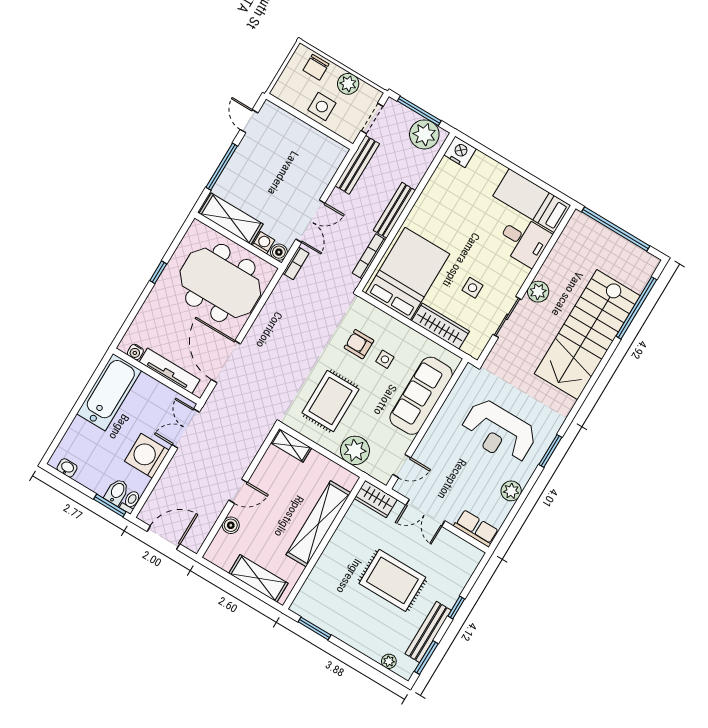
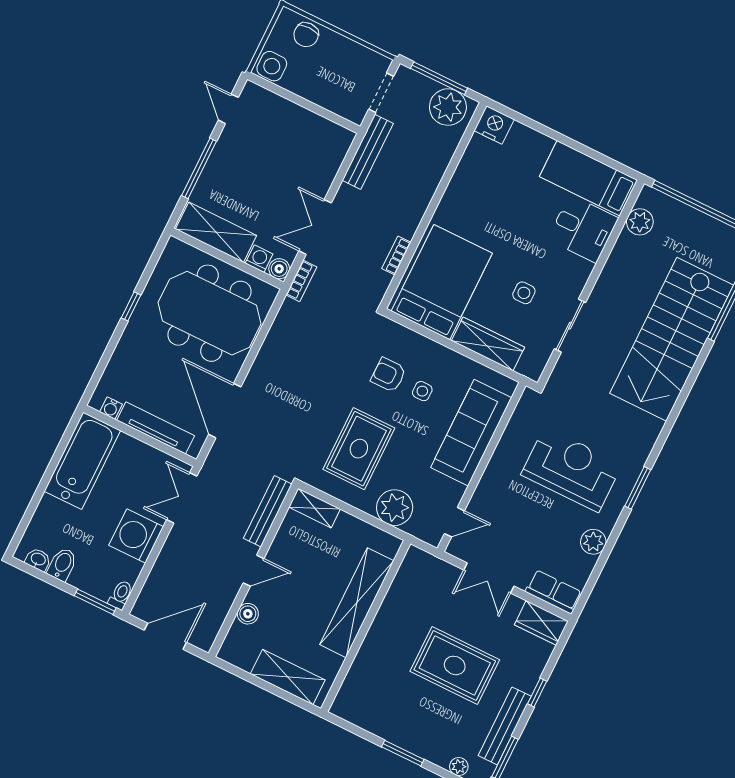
plant: (348, 84) -> (348, 52), removed
side table: (322, 107) -> (272, 66), moved
bench: (394, 210) -> (268, 511), moved
double door: (310, 221) -> (315, 227), swing flipped
bookcase: (369, 256) -> (396, 255), width x0.64
plant: (538, 292) -> (640, 222), moved
reception desk: (499, 432) -> (572, 469), turned 180
bidet: (117, 492) -> (62, 564), moved
wardrobe: (376, 499) -> (541, 623), moved
window: (314, 628) -> (403, 753), moved

